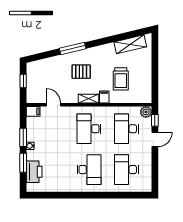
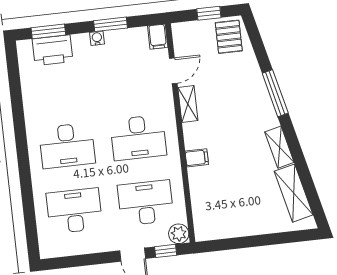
shelving: (103, 50) -> (279, 147), added
pallet: (81, 72) -> (229, 37), moved
trolley: (121, 79) -> (231, 183), removed
shelving: (89, 99) -> (188, 104), moved
desk: (89, 129) -> (138, 138), turned 180
window: (23, 163) -> (48, 31), moved

